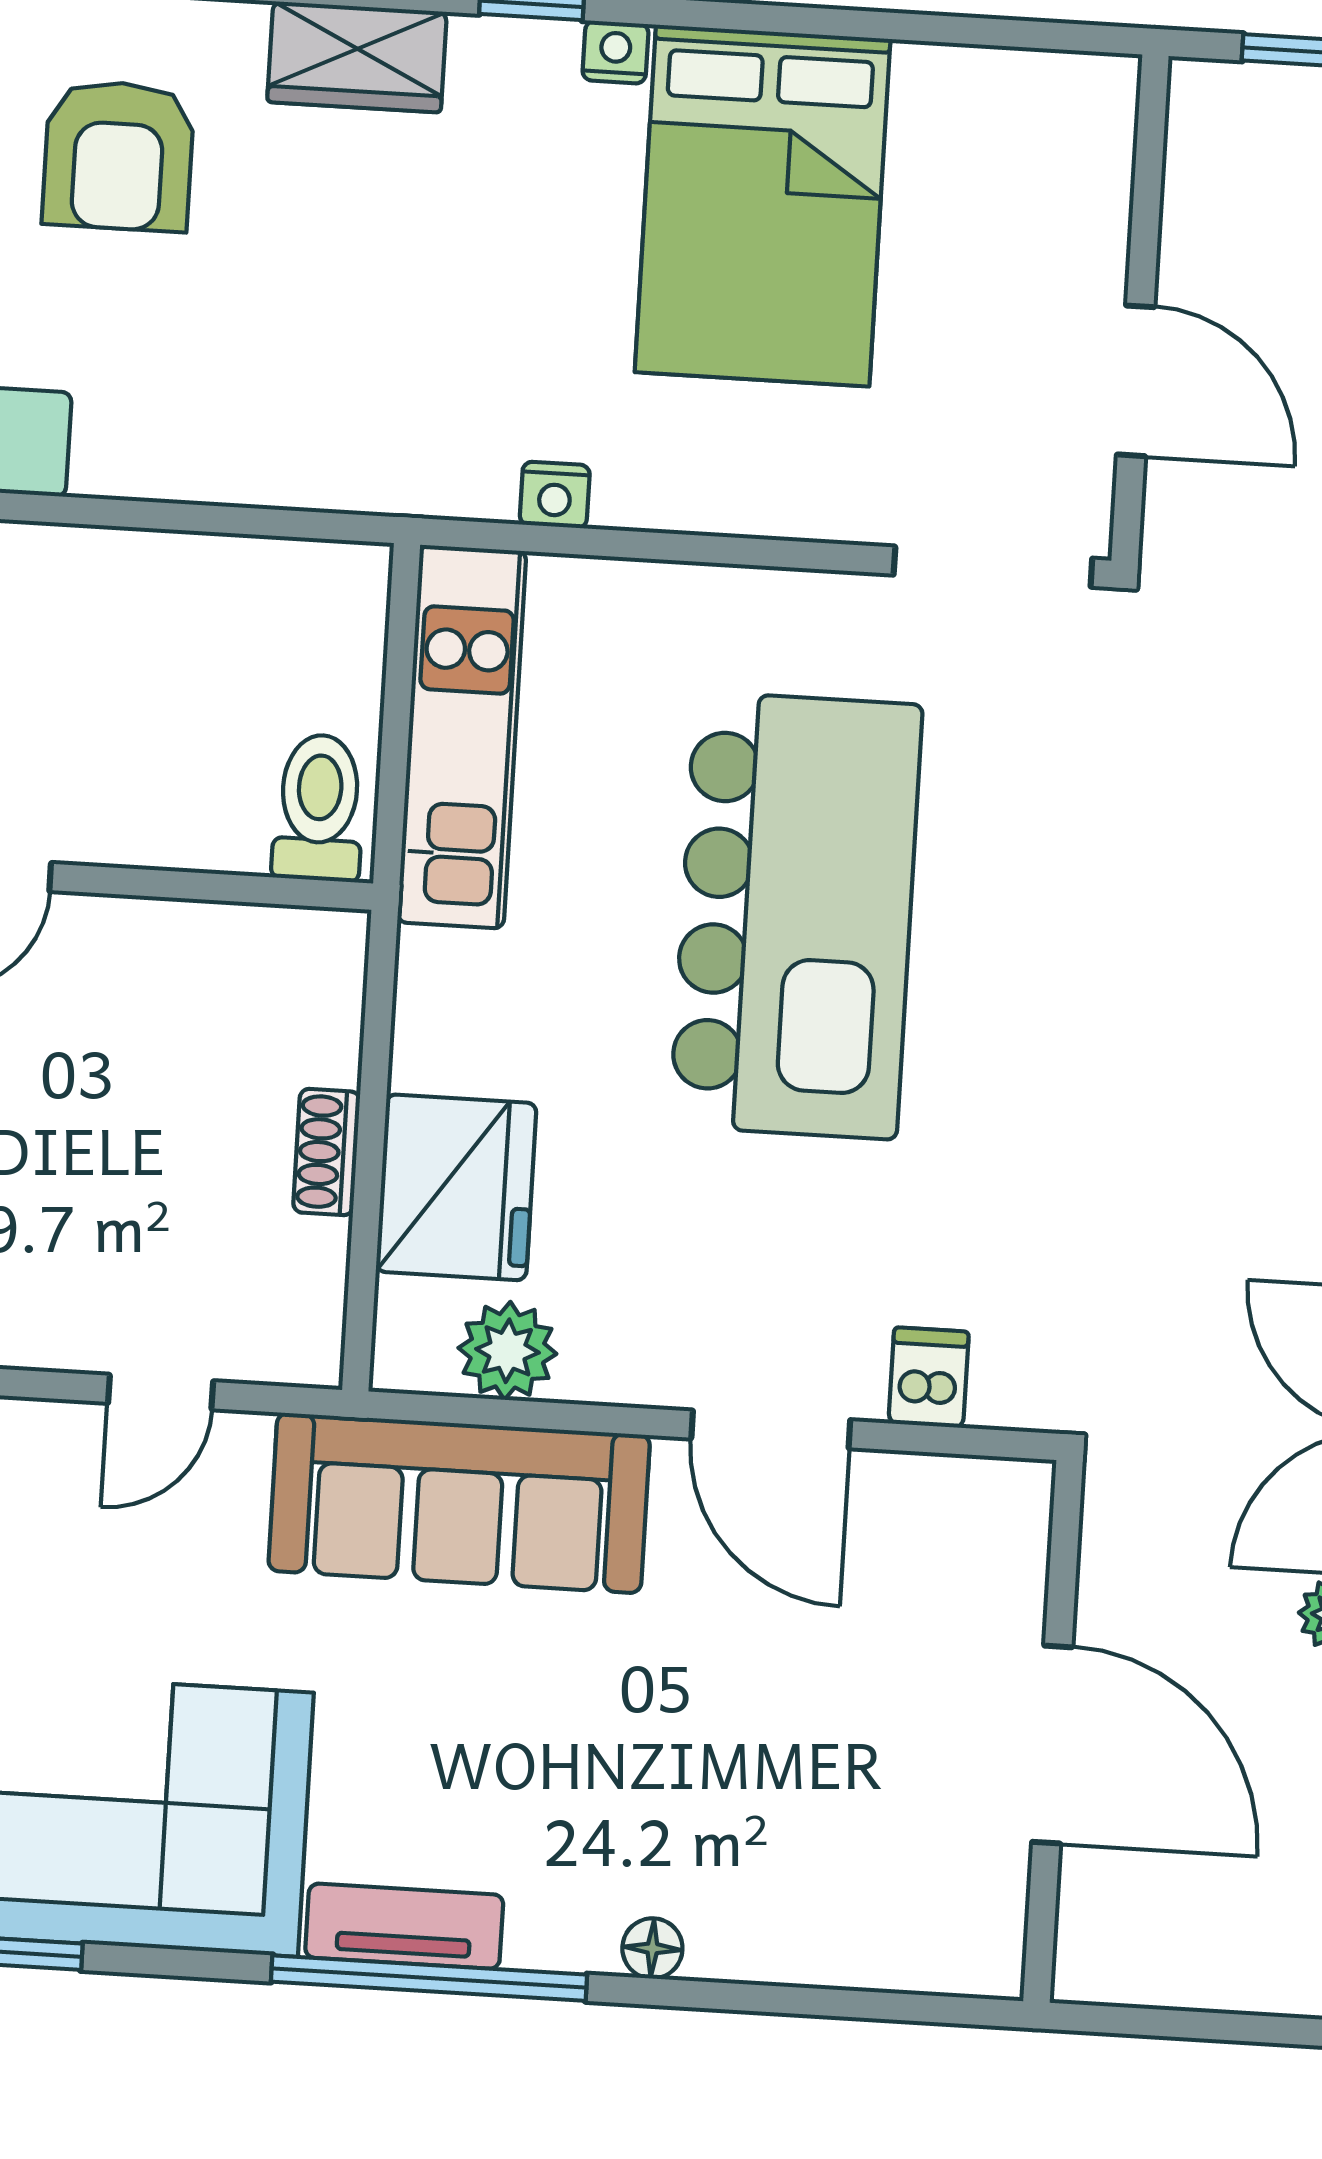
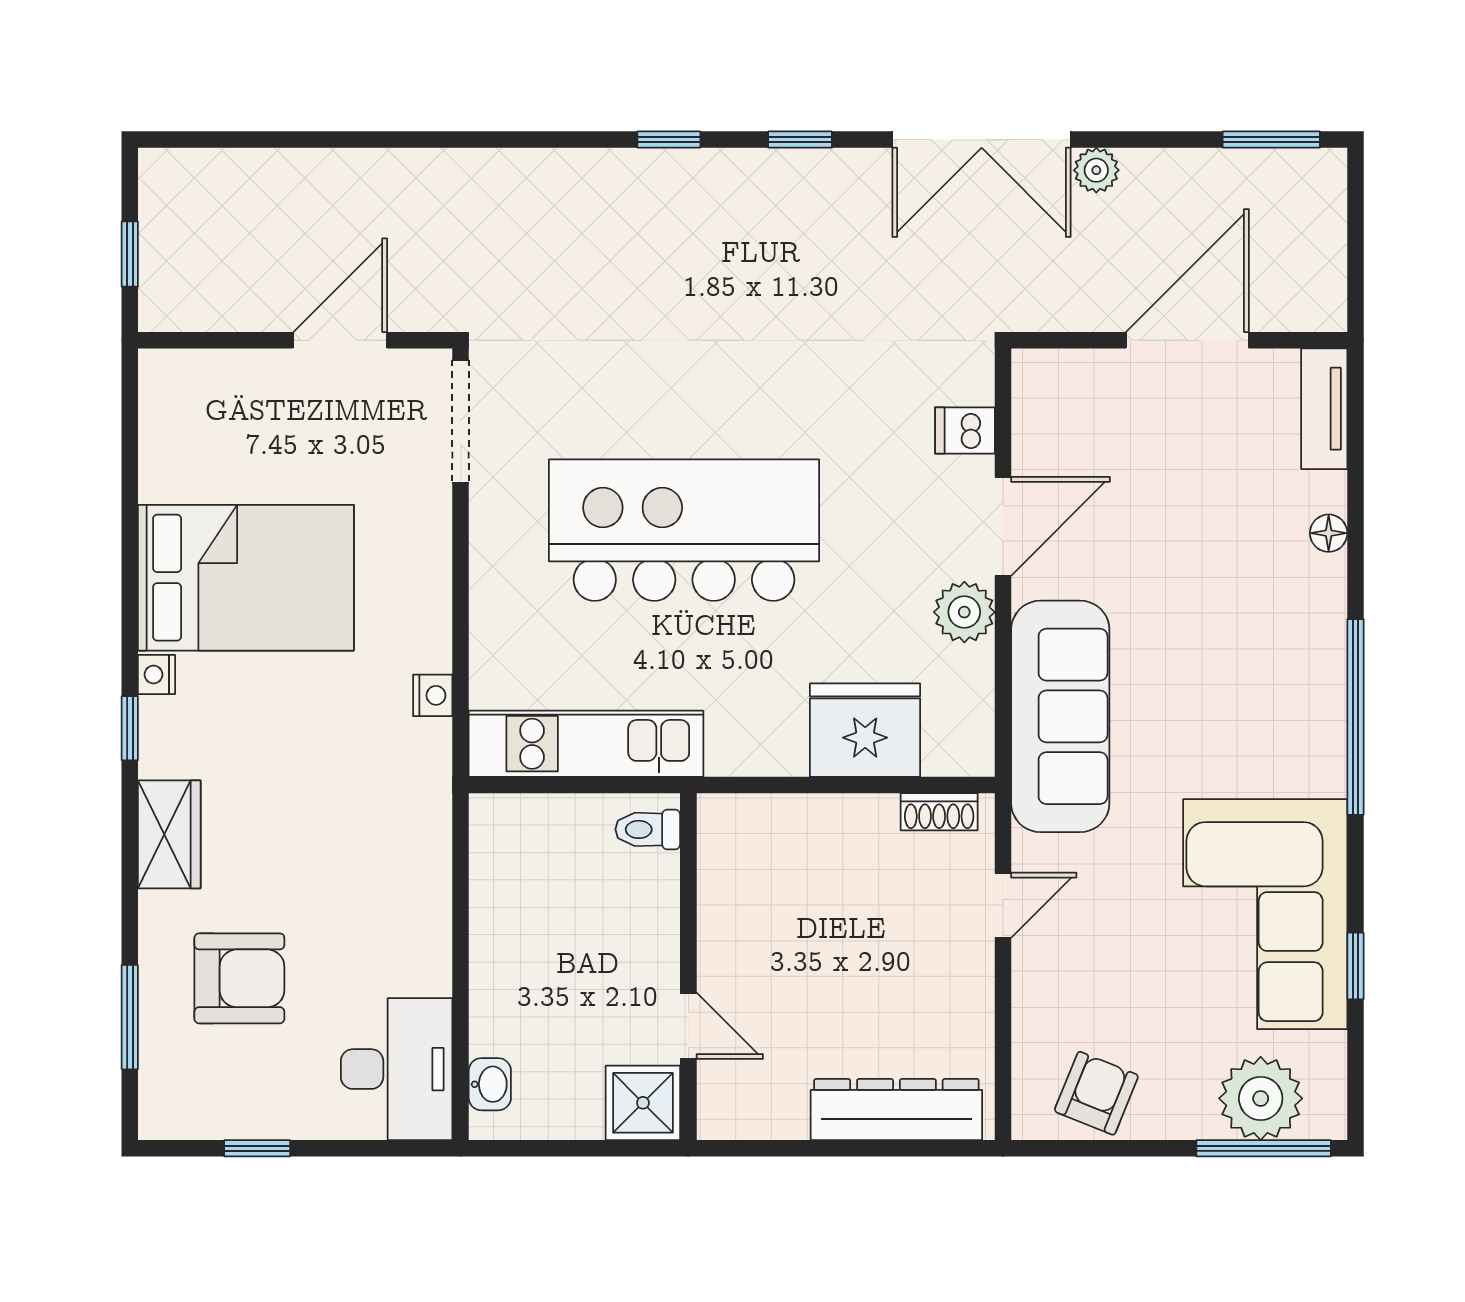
toilet: (319, 808) -> (648, 829), width x0.73, depth x0.72
shoe rack: (327, 1152) -> (939, 812), moved
plant: (507, 1351) -> (964, 612), moved
door: (161, 1392) -> (1003, 905), hinge flipped
tv unit: (404, 1926) -> (1324, 409), moved
floor lamp: (652, 1948) -> (1329, 533), moved

